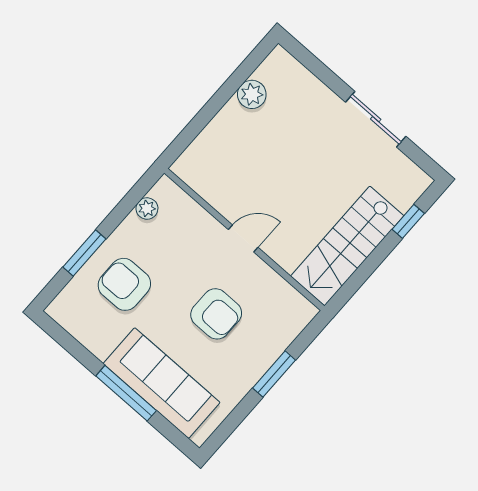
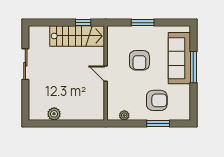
window: (408, 221) -> (83, 23), moved
armchair: (124, 284) -> (157, 100), turned -90
armchair: (216, 314) -> (139, 60), turned 180

